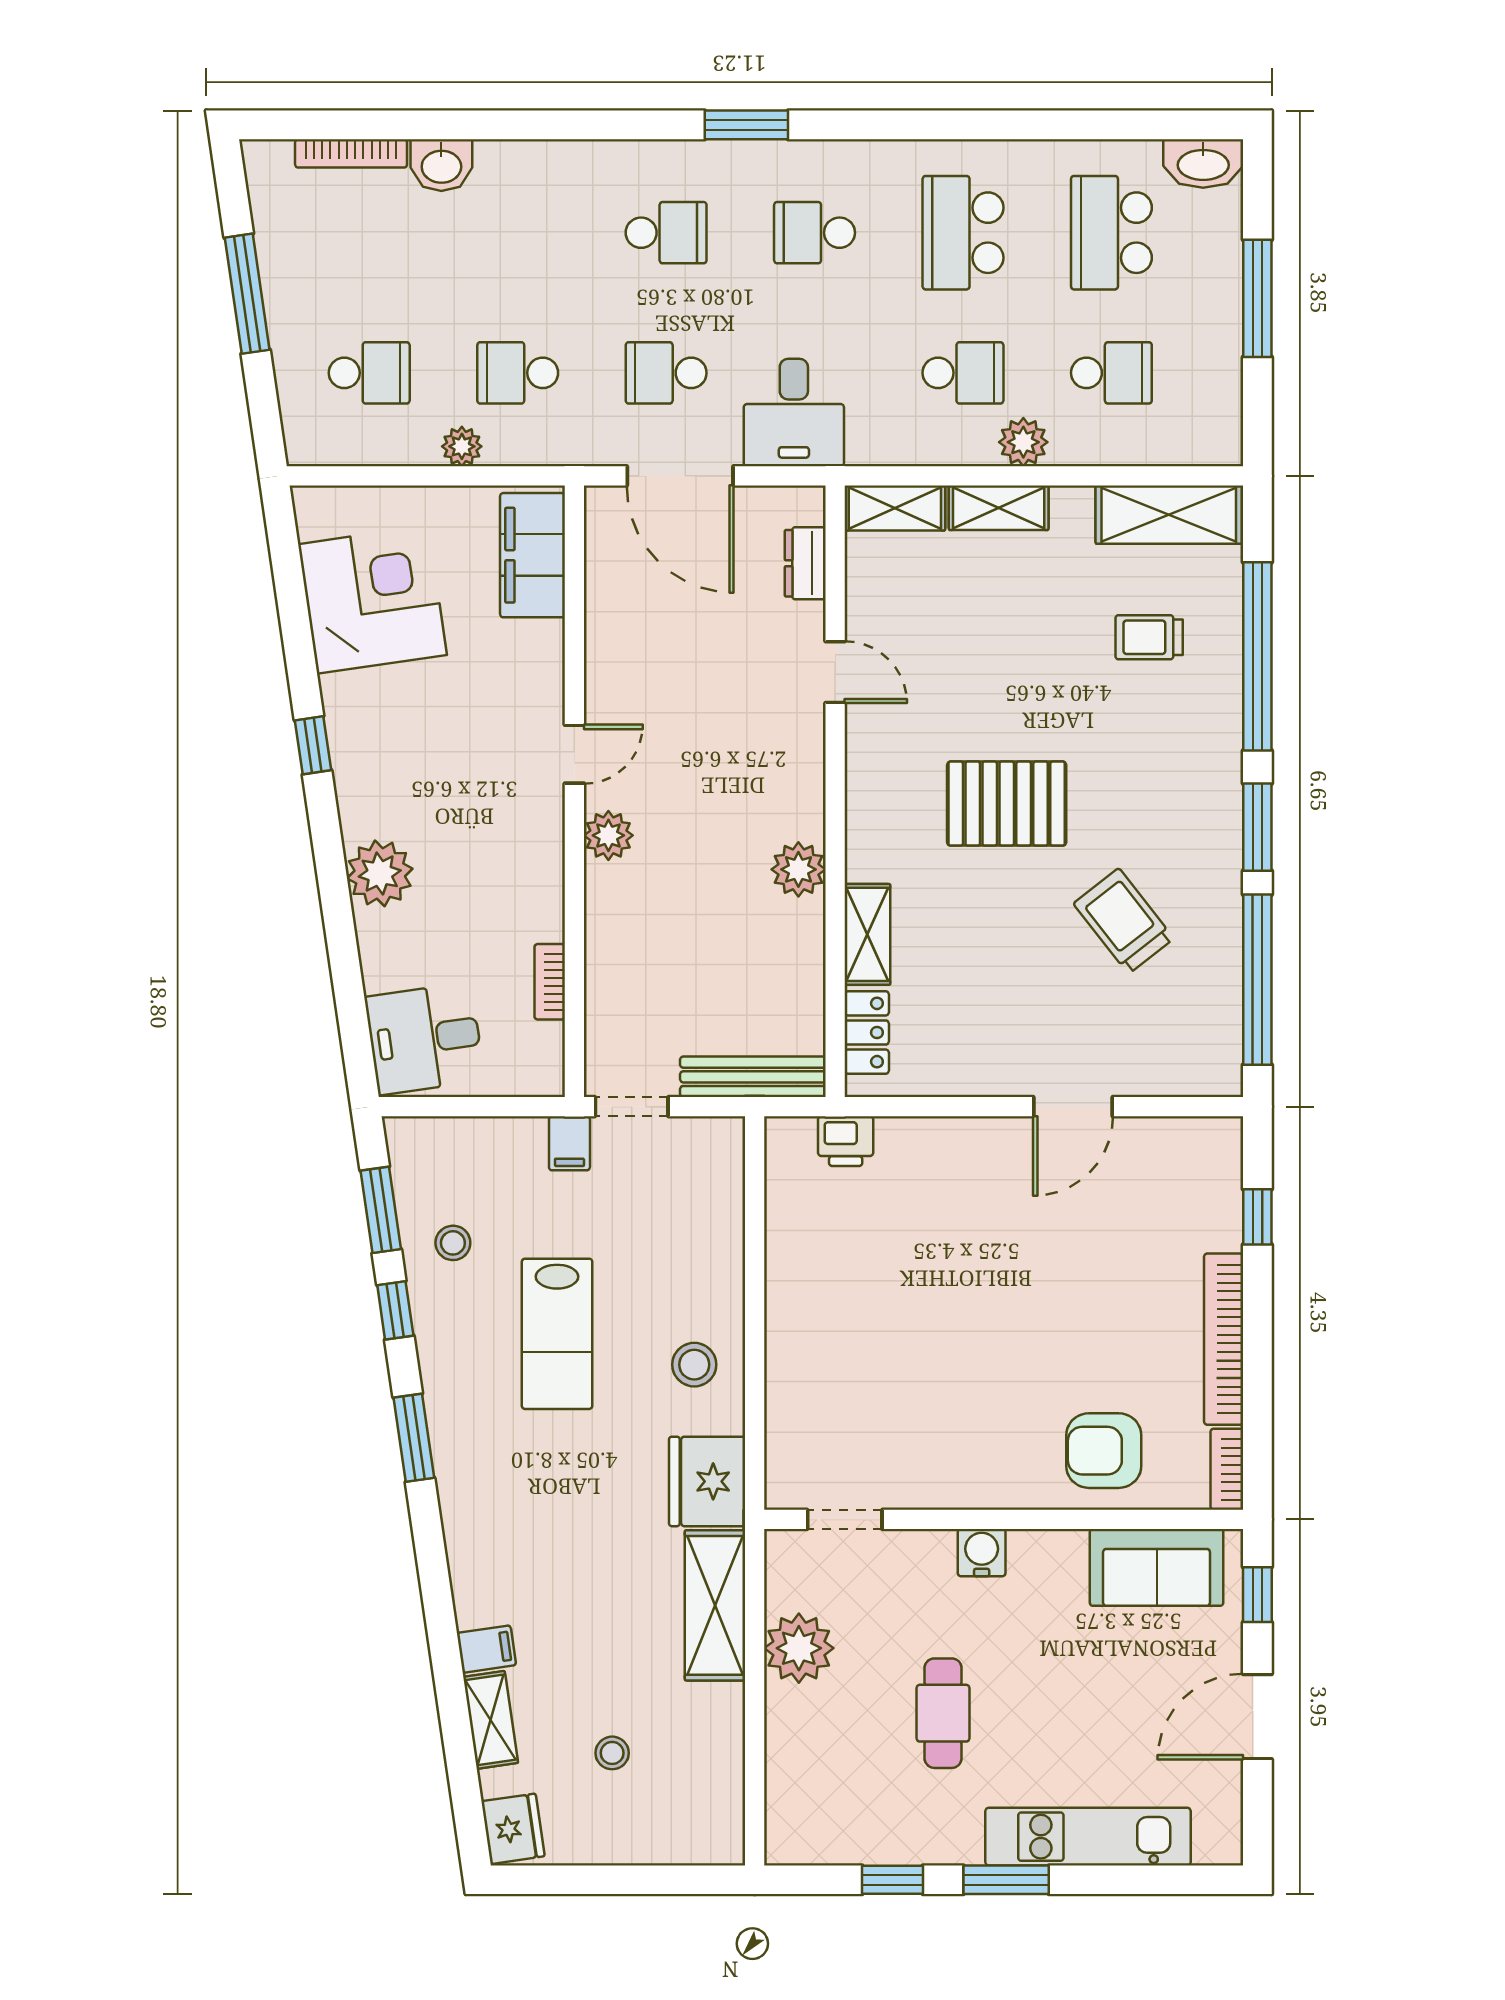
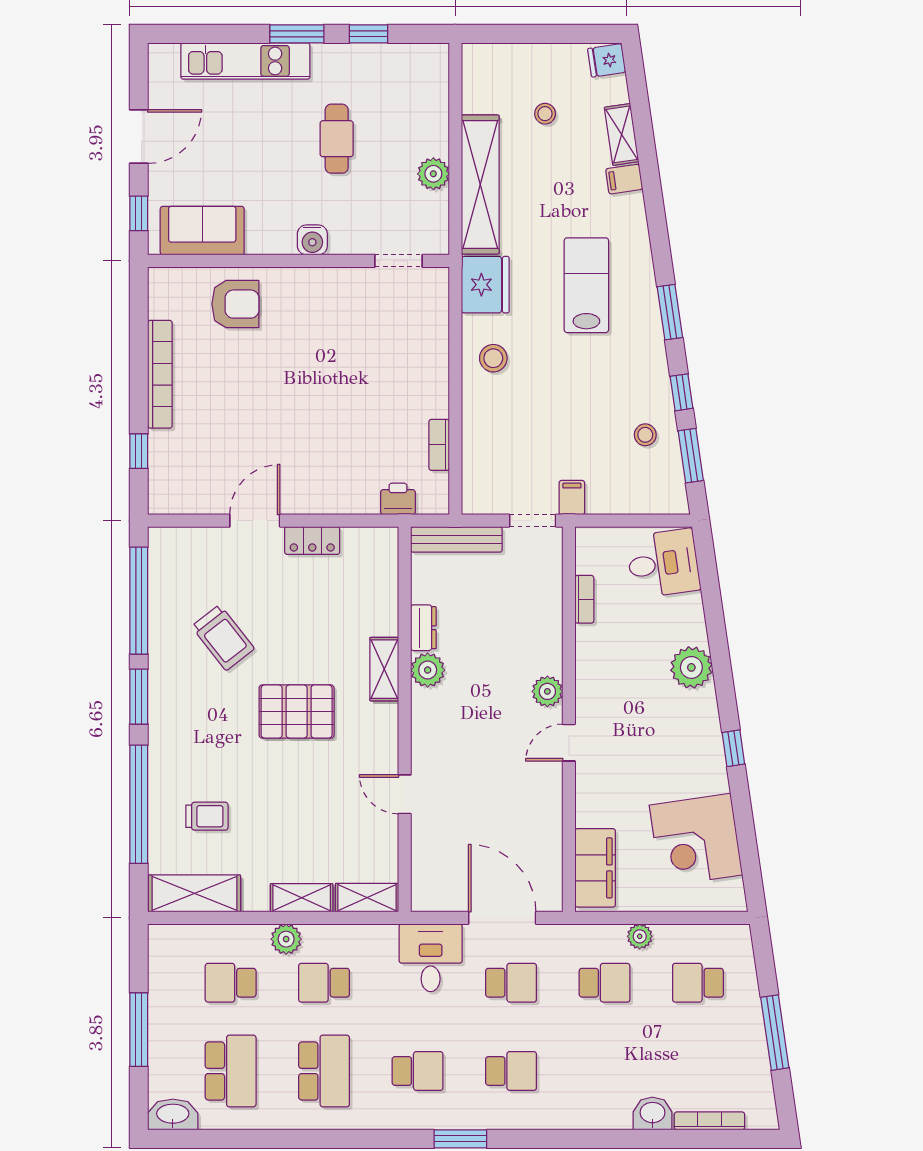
school desk: (666, 233) -> (511, 1071), turned 180
dresser: (805, 563) -> (423, 628), moved
shelving: (867, 934) -> (384, 669), moved
locker: (867, 1033) -> (312, 541), moved, turned -90
lab bench: (557, 1334) -> (586, 285), moved
bookcase: (1227, 1469) -> (439, 445), moved, turned 180
shelving: (715, 1605) -> (480, 184), width x1.47
plant: (799, 1648) -> (433, 174), width x0.73, depth x0.73
fridge: (513, 1829) -> (607, 60), width x0.72

